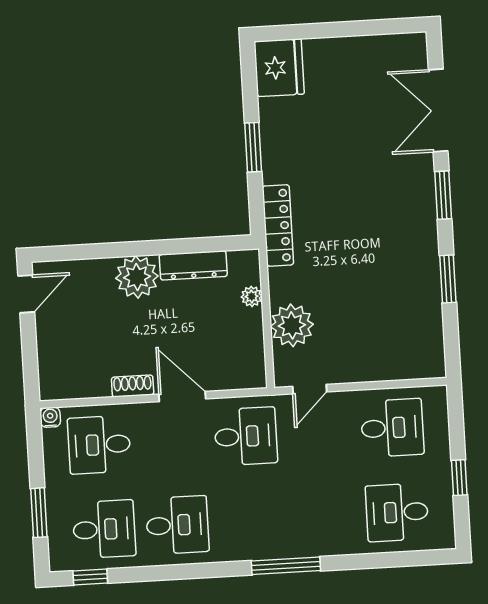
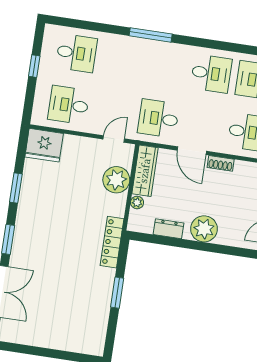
fridge: (279, 68) -> (44, 145), moved, turned -90
dresser: (193, 265) -> (168, 229), width x0.70
wardrobe: (250, 349) -> (145, 171), added
desk: (177, 525) -> (211, 73), turned 180

